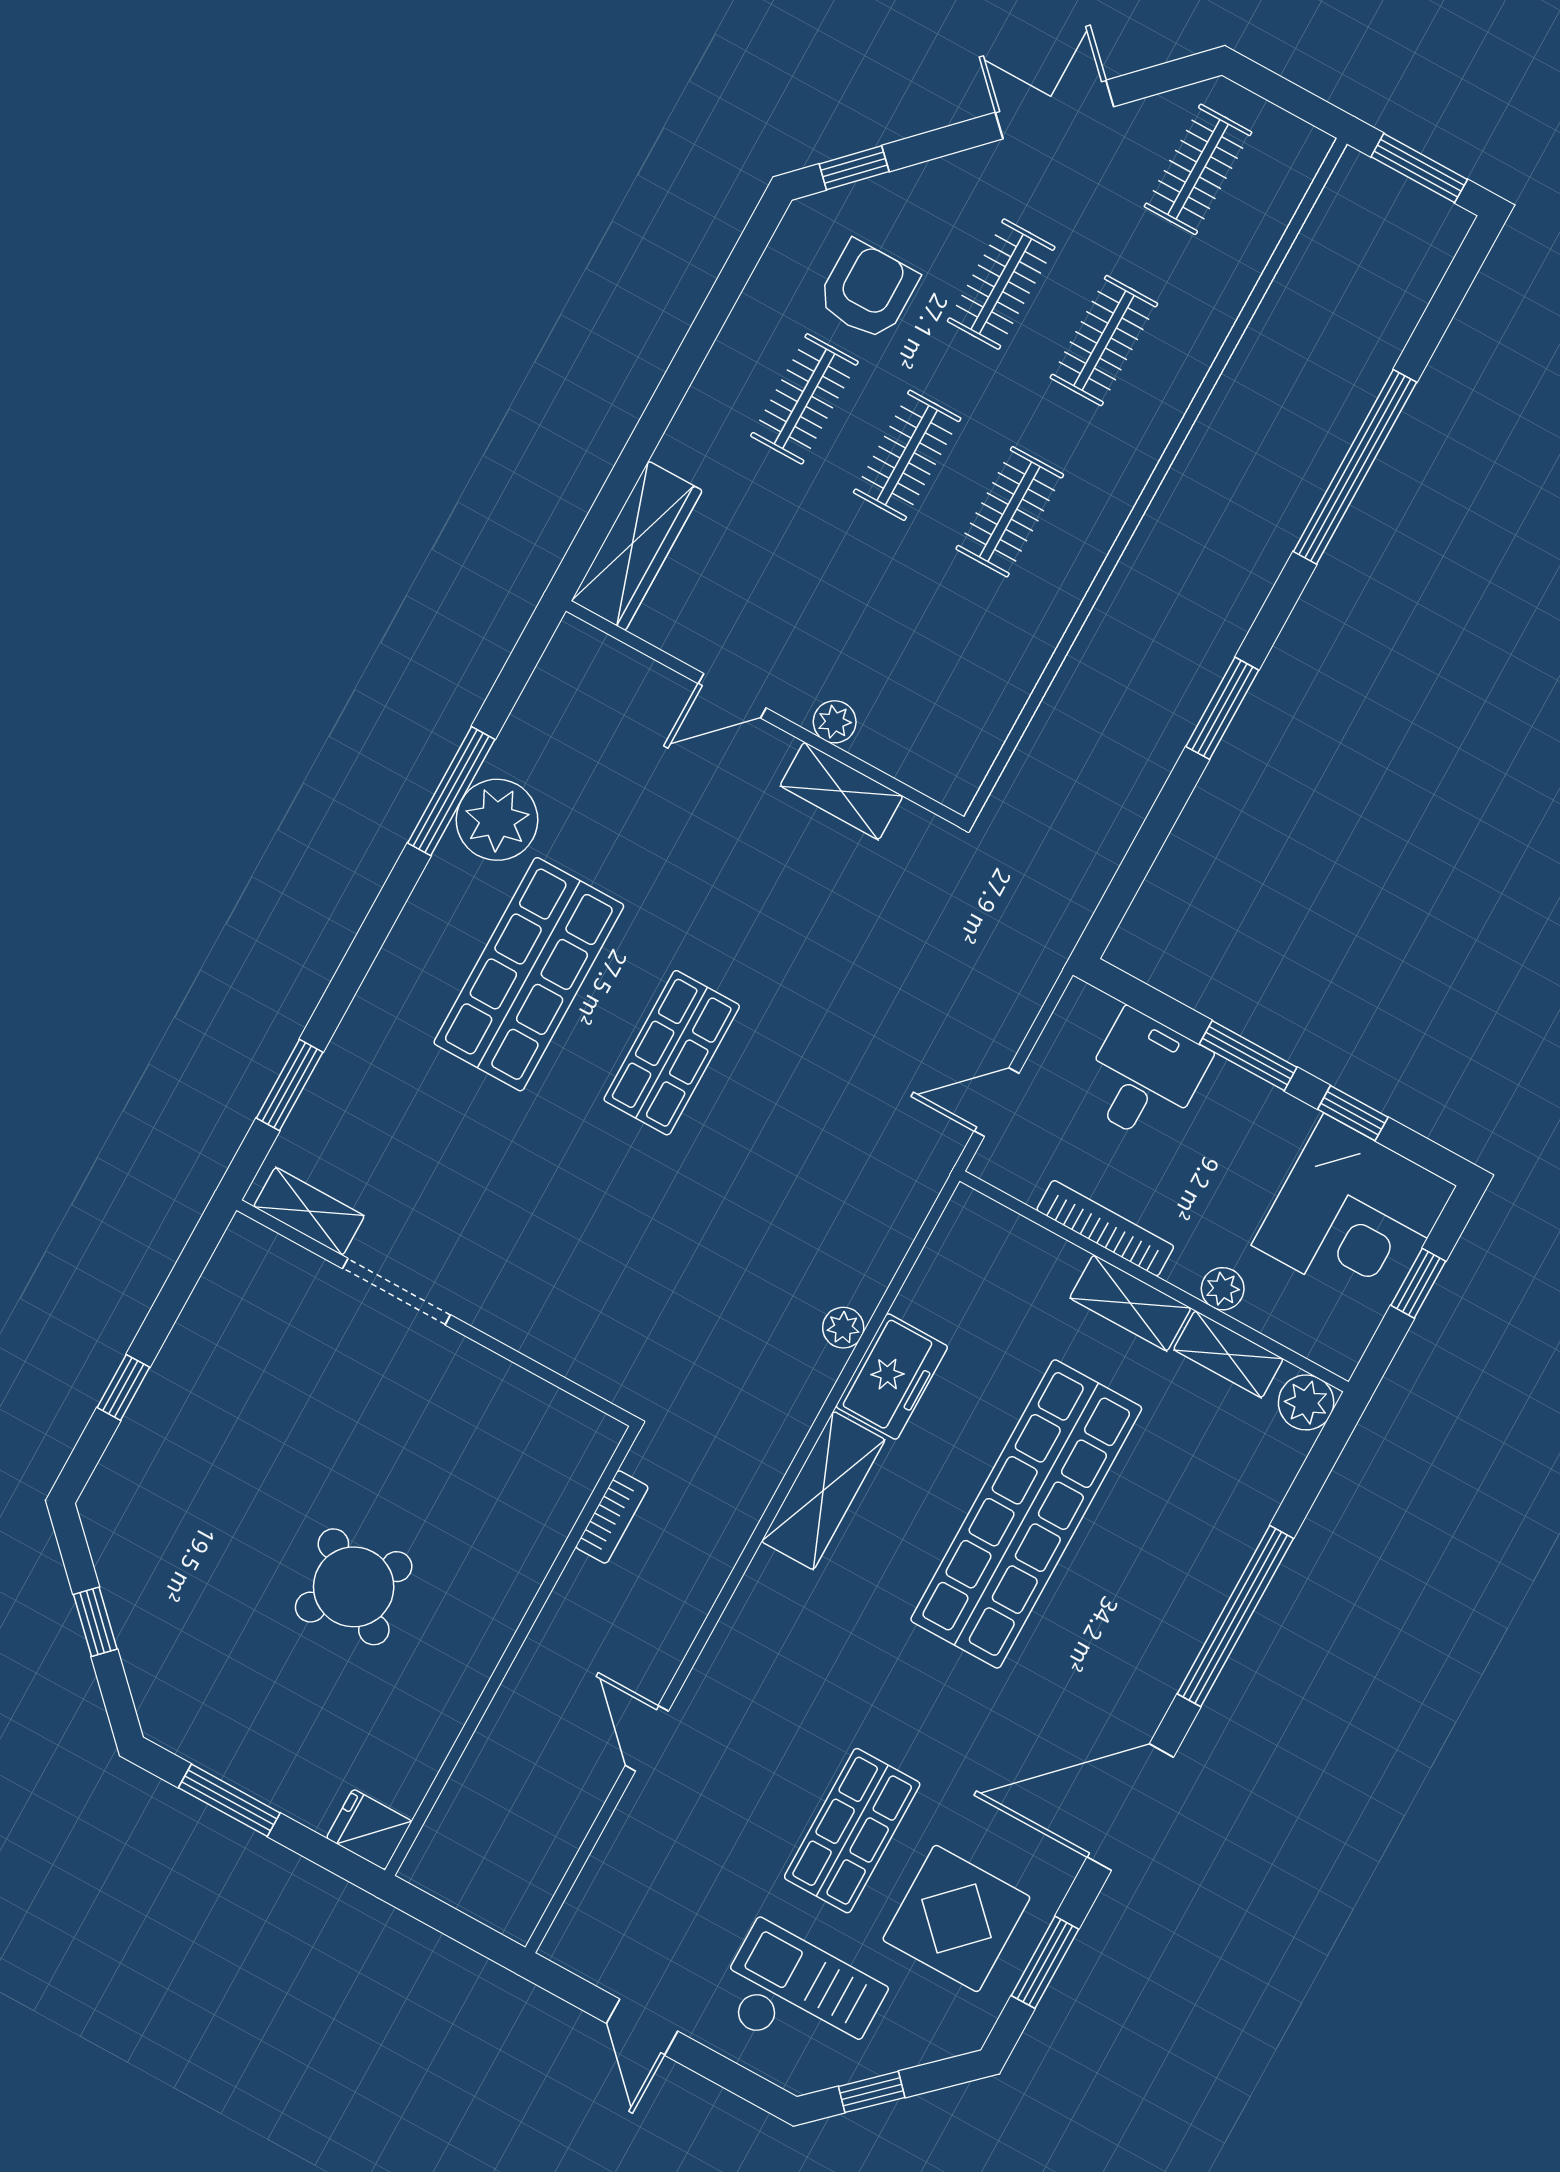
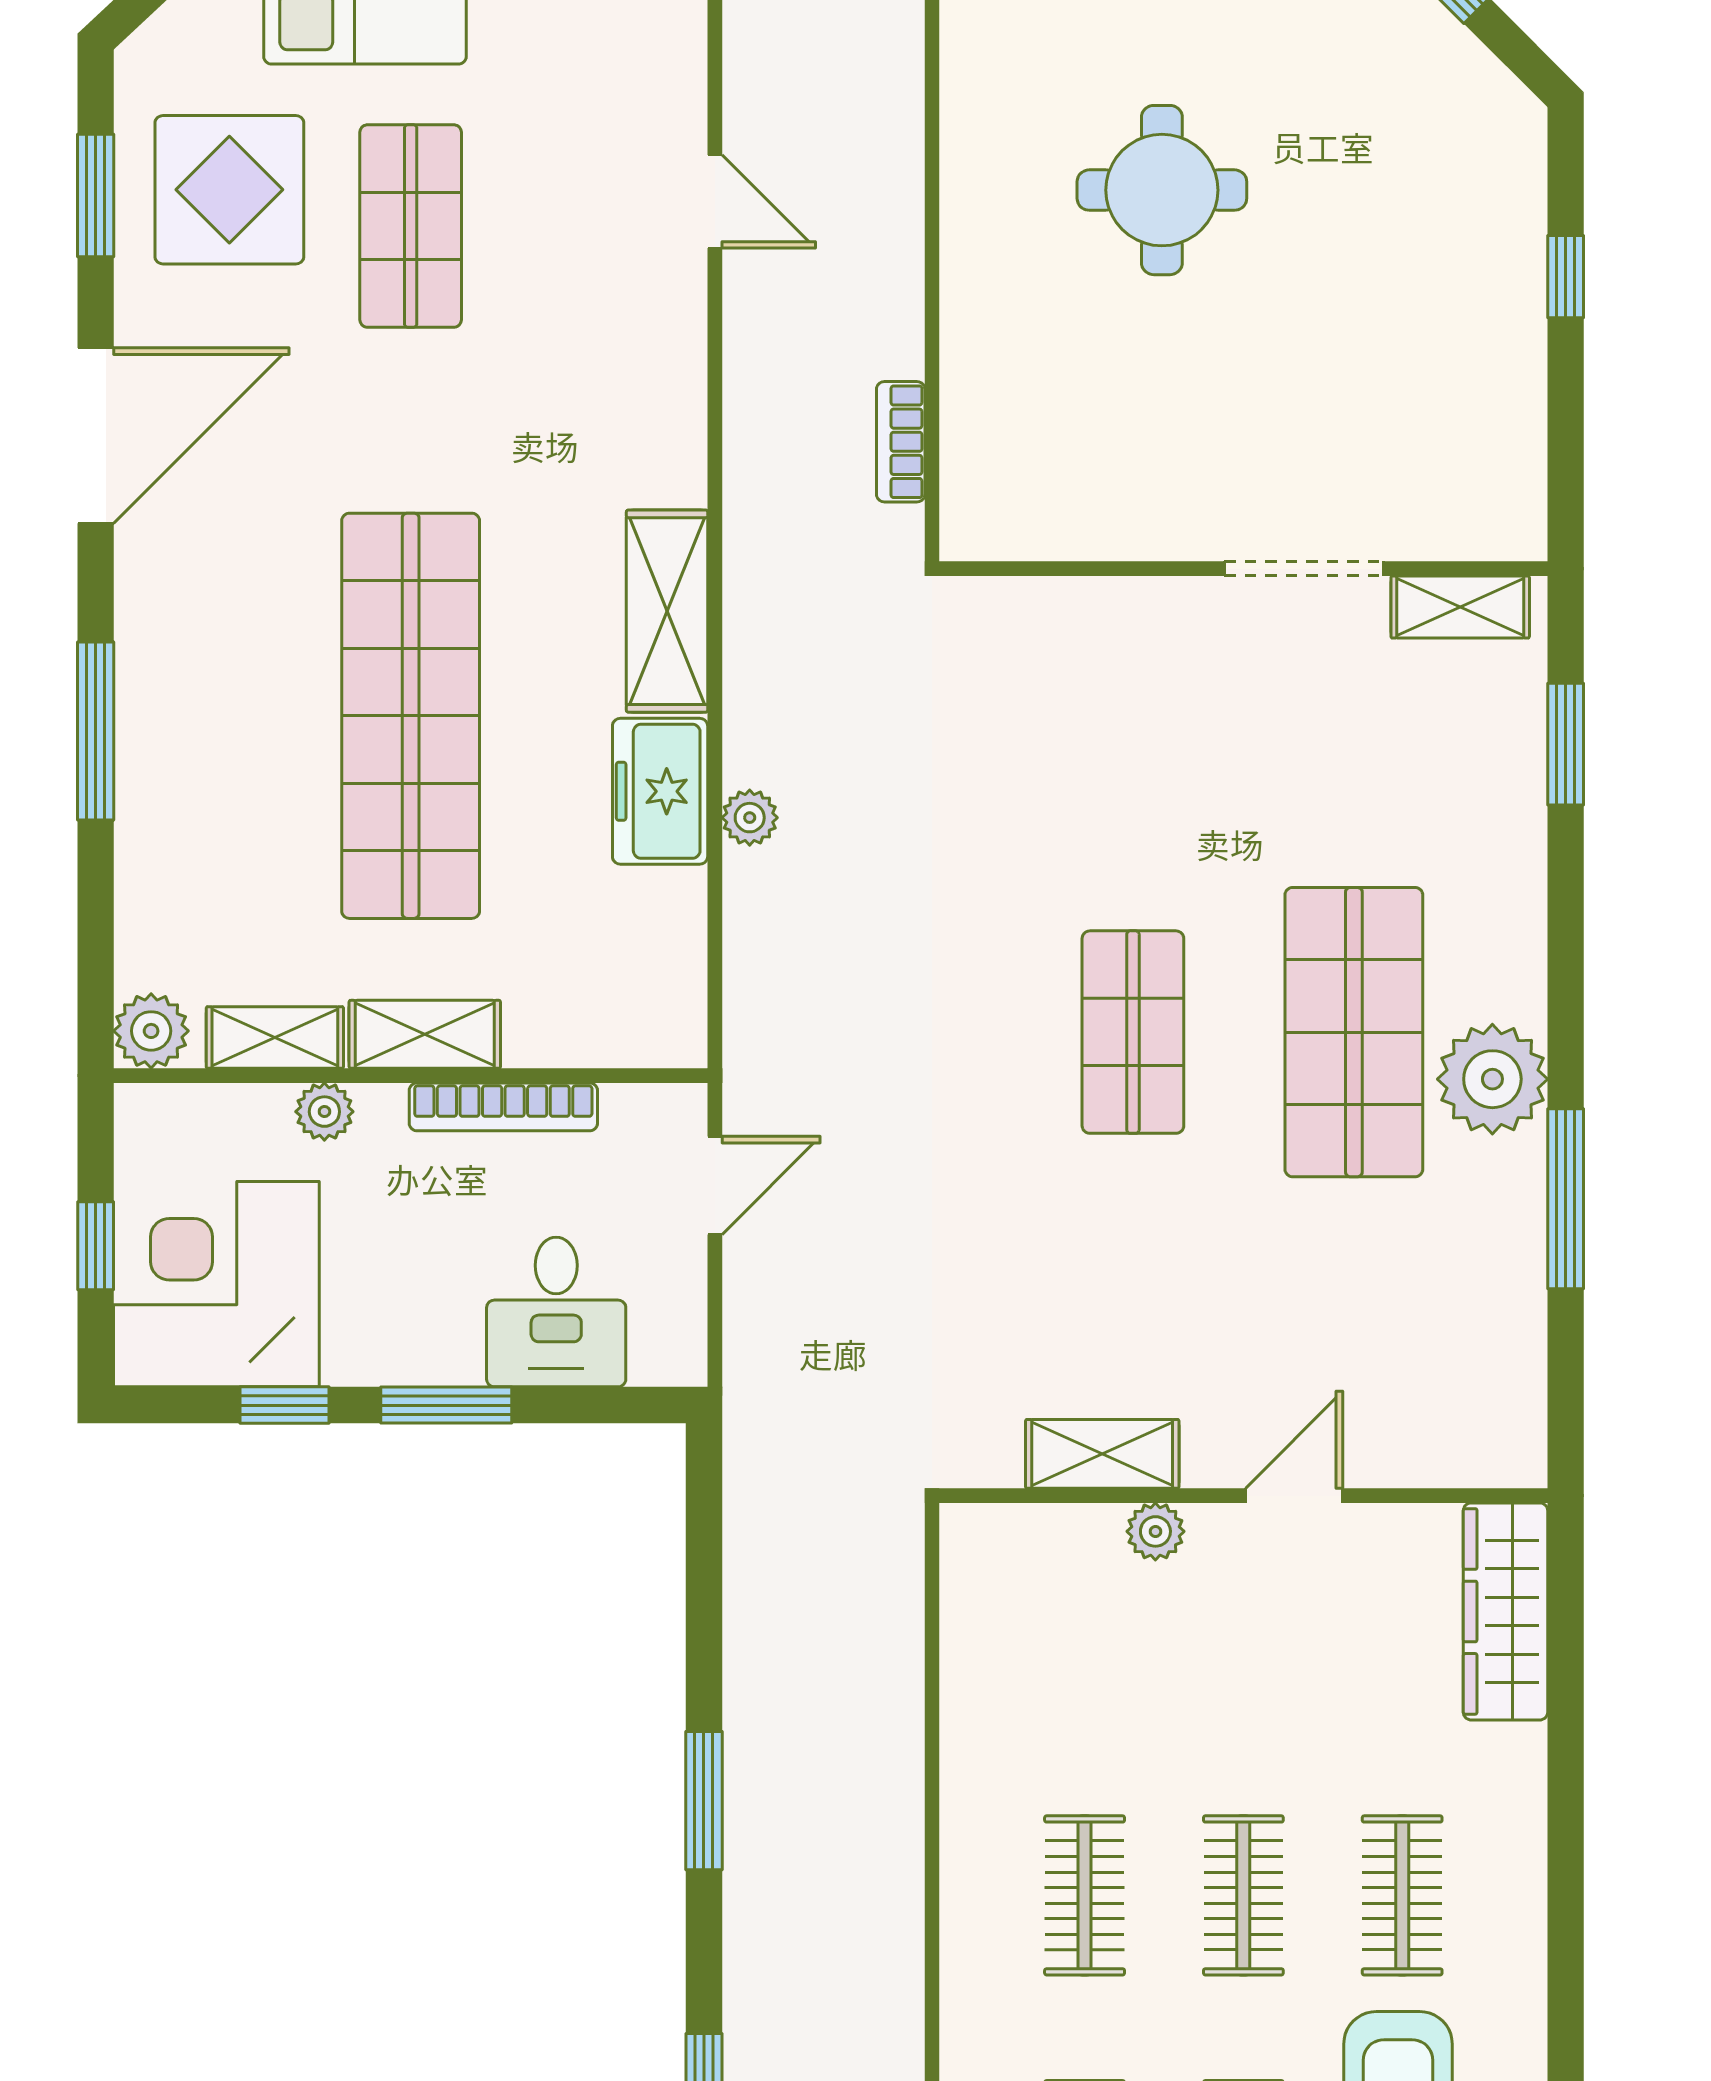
plant: (497, 820) -> (1492, 1079), moved
round table: (354, 1587) -> (1162, 190), turned -36
window: (1235, 1616) -> (96, 731), width x0.68

